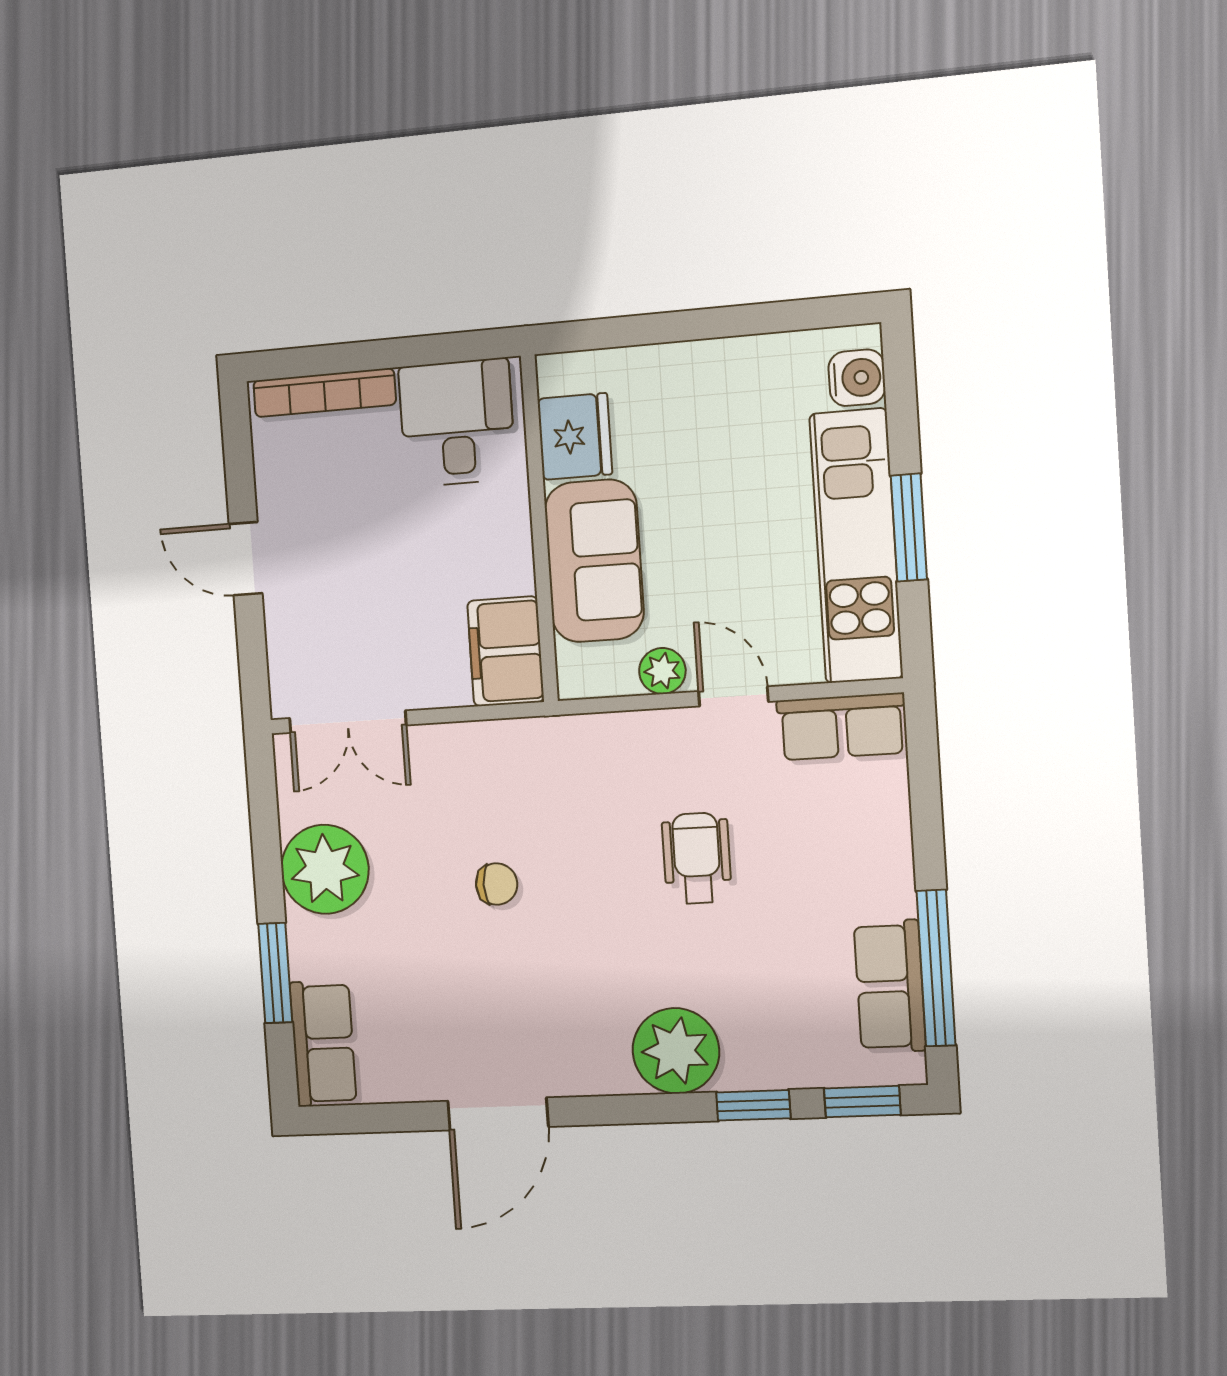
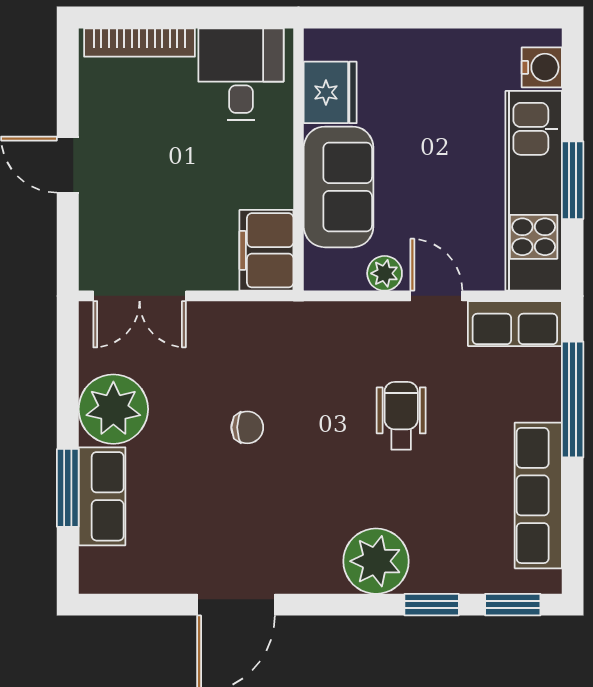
window: (936, 968) -> (573, 400), moved
row of seats: (890, 986) -> (538, 495), width x1.48
row of seats: (323, 1043) -> (102, 496), moved

